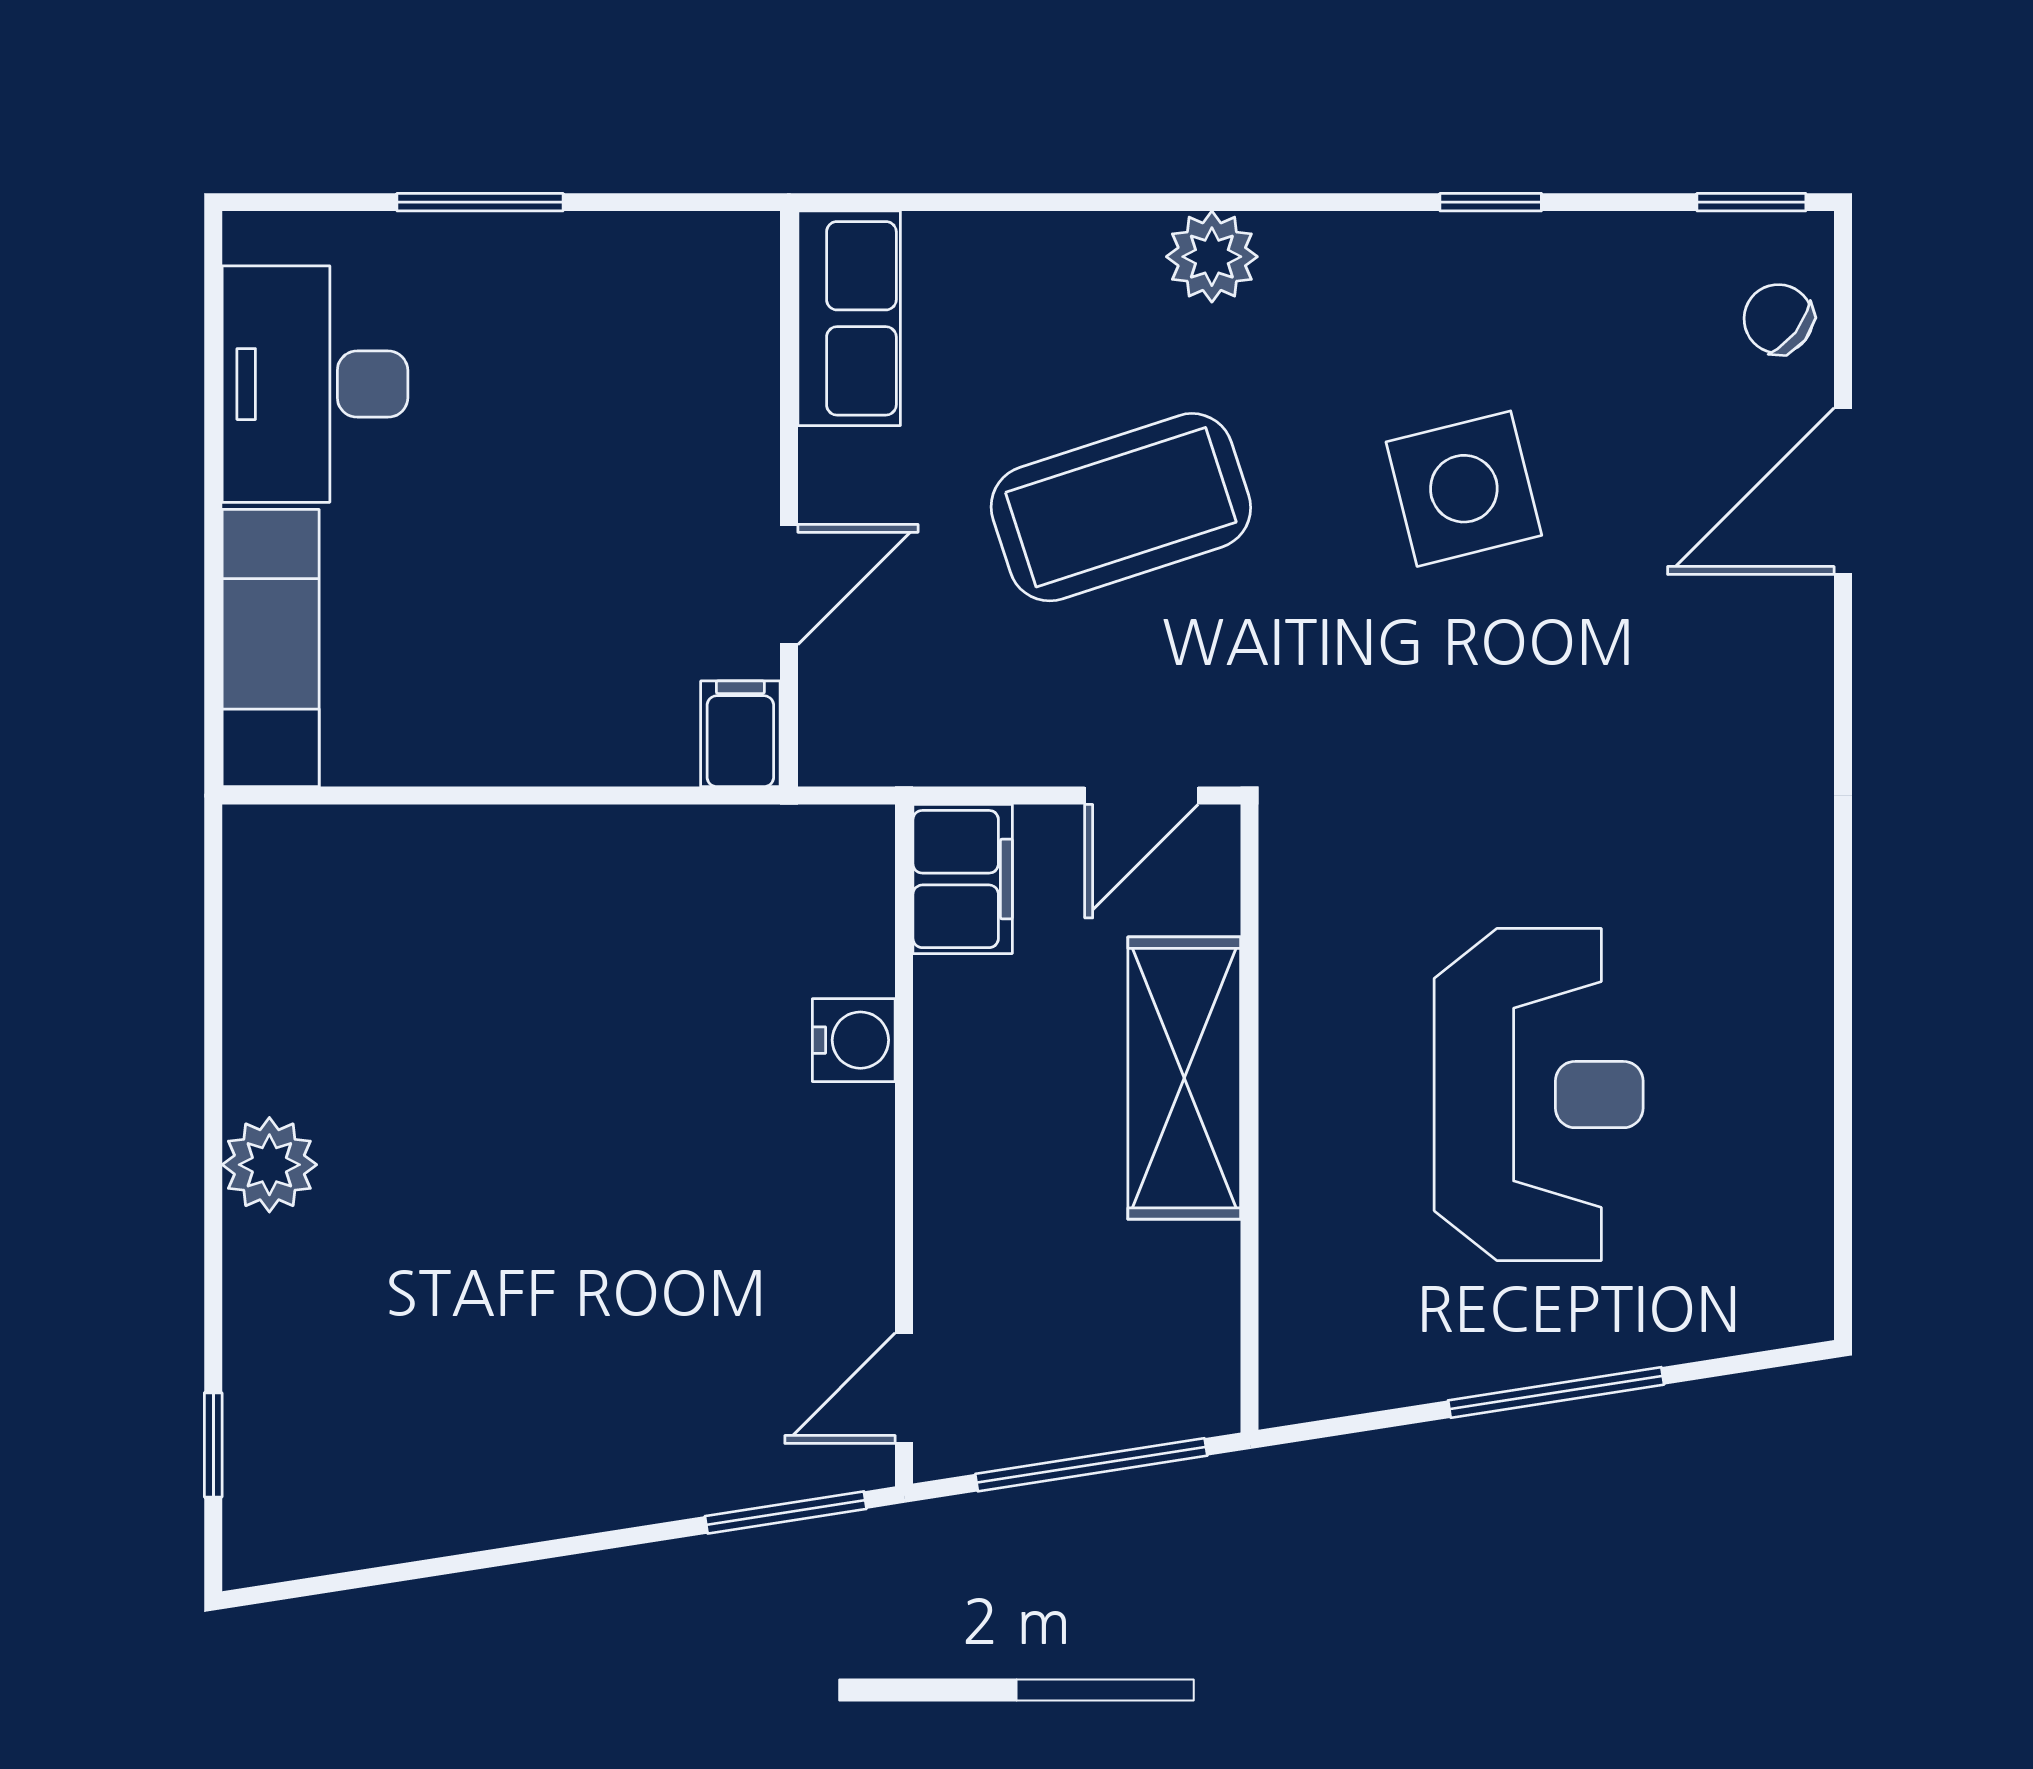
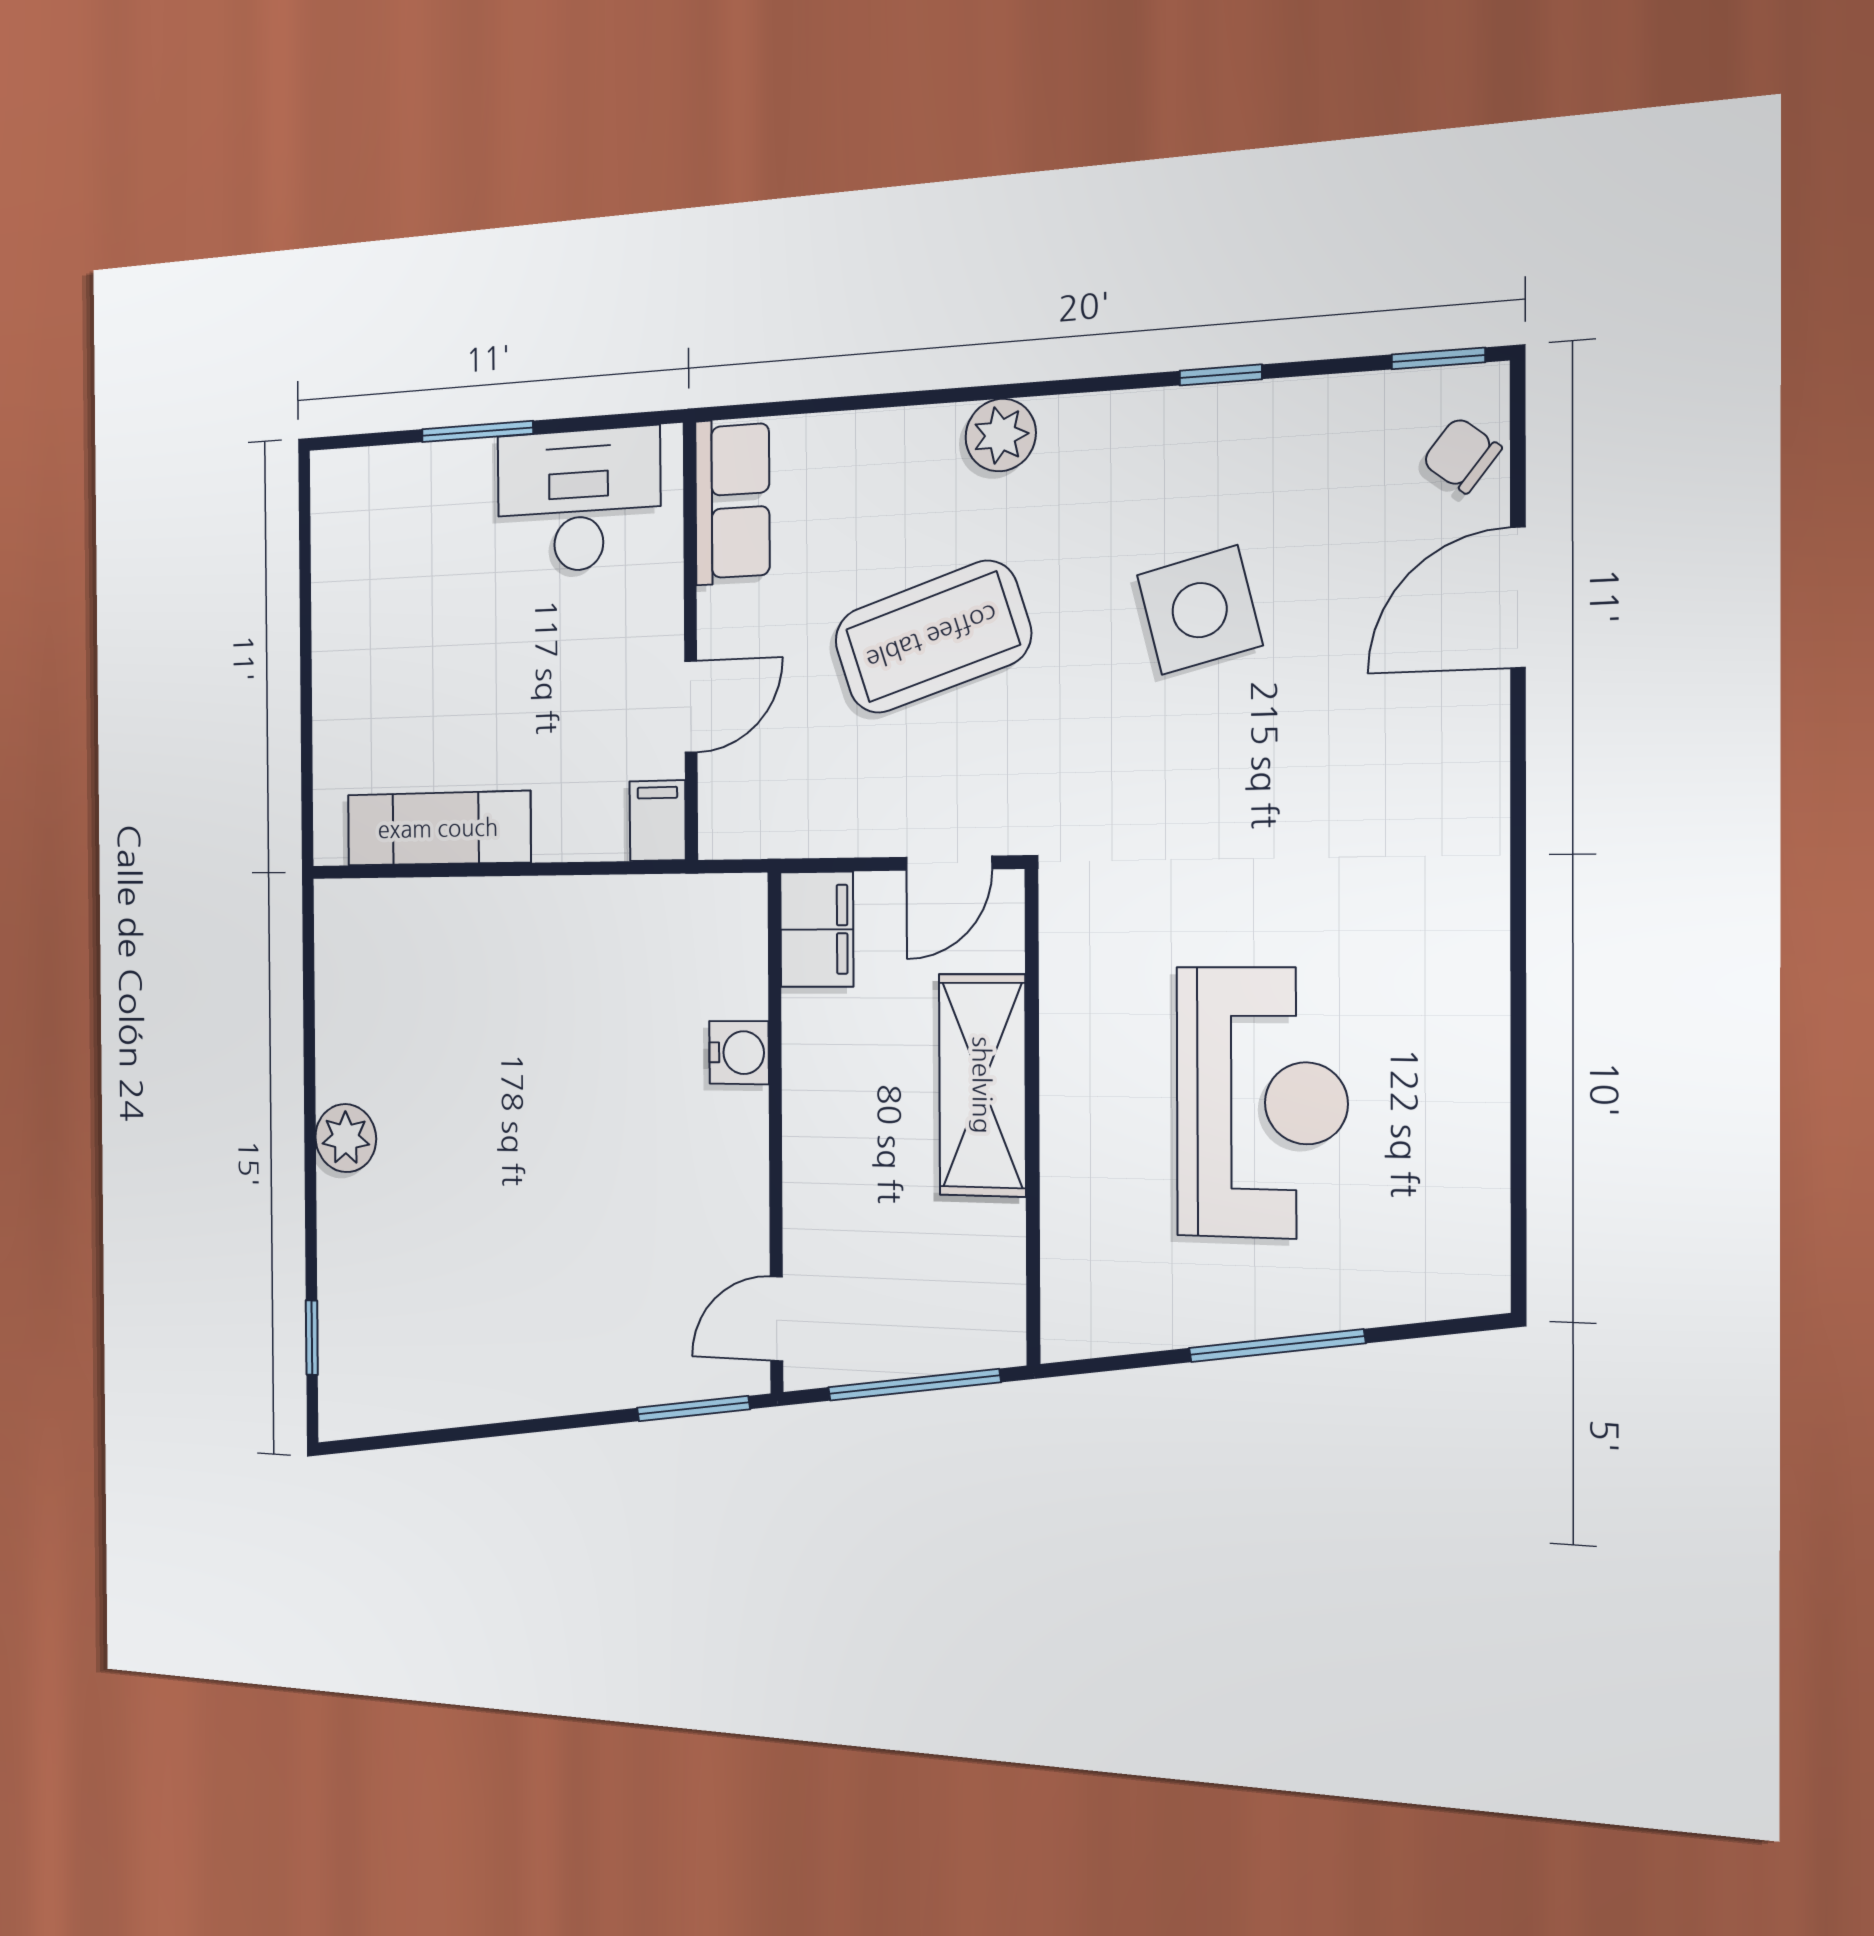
desk: (315, 384) -> (579, 500), moved, turned 90
exam couch: (271, 648) -> (438, 828), moved, turned -90

